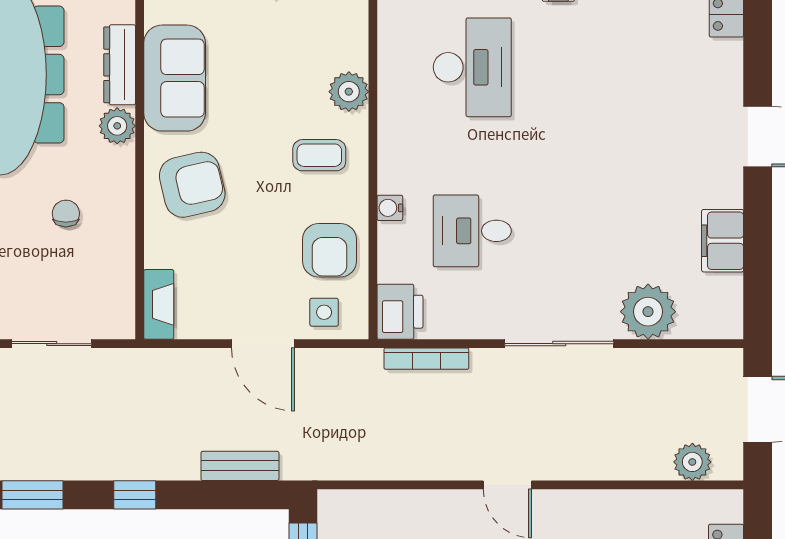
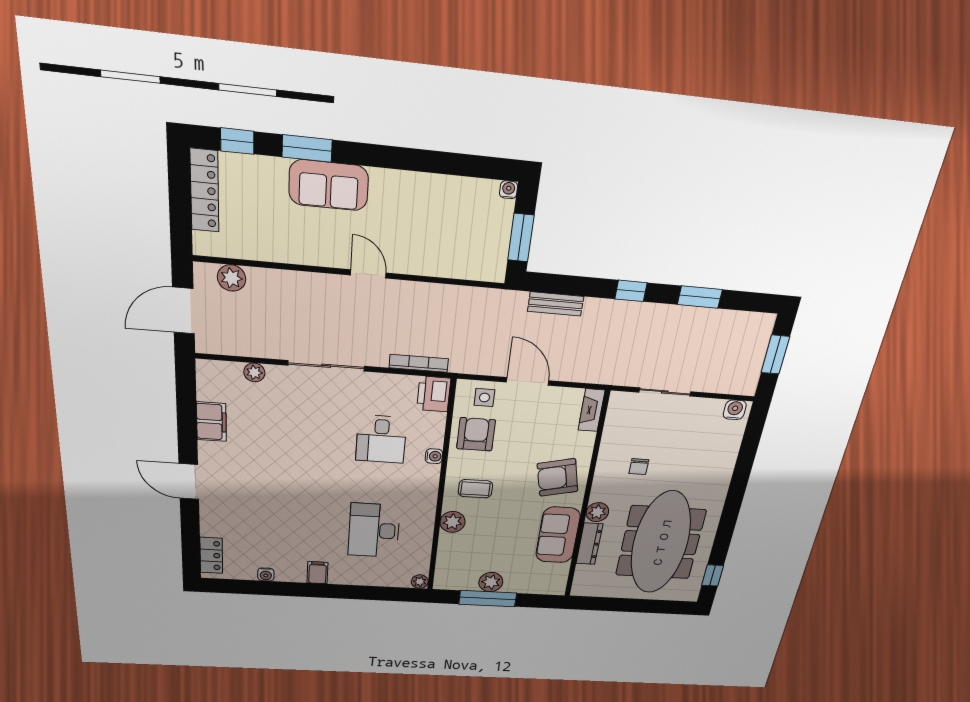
desk: (472, 231) -> (381, 439), turned 90
plant: (648, 312) -> (254, 372), width x0.53, depth x0.53

